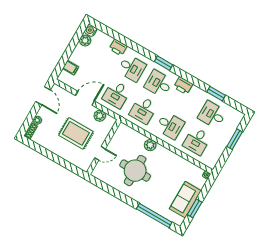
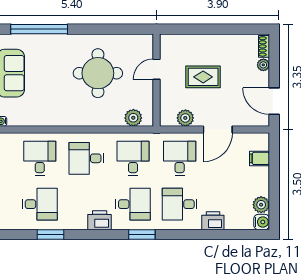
rug: (76, 133) -> (203, 77), width x0.73, depth x0.70
plant: (150, 145) -> (133, 118), moved

